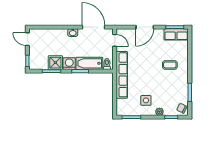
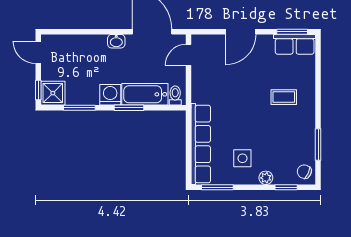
door: (115, 40) -> (189, 55), swing flipped
shower: (55, 63) -> (53, 93), moved
row of seats: (122, 75) -> (201, 144), moved

